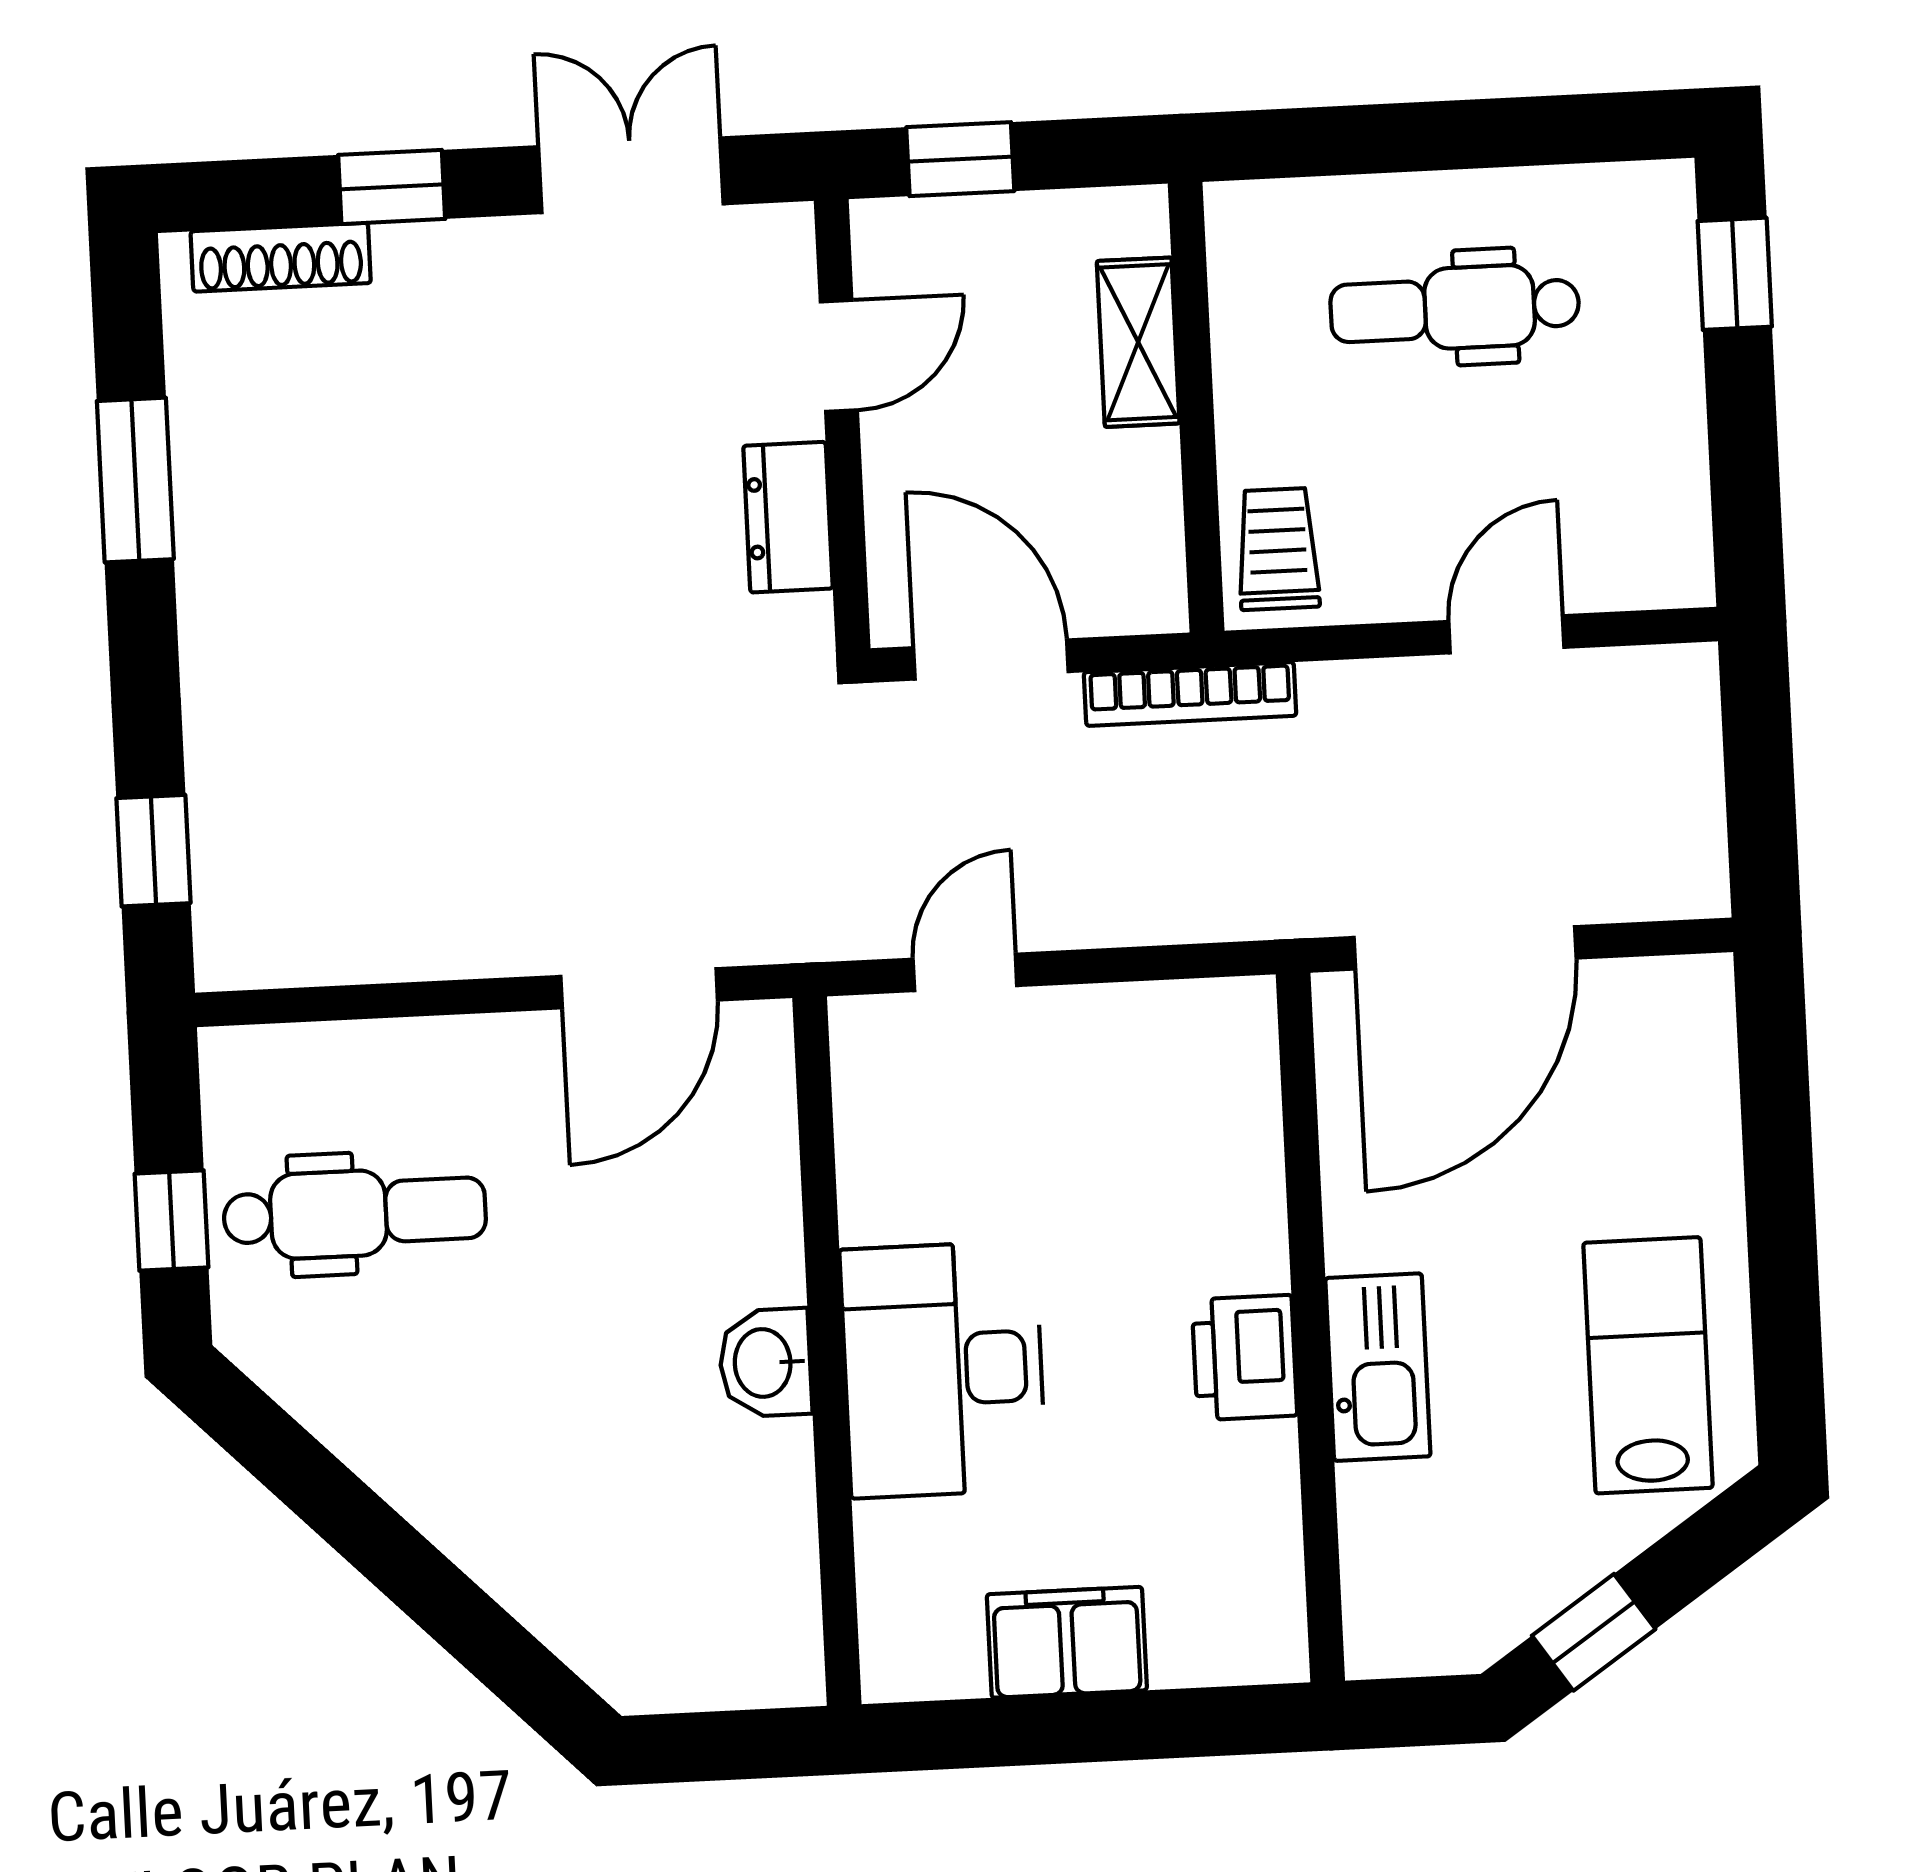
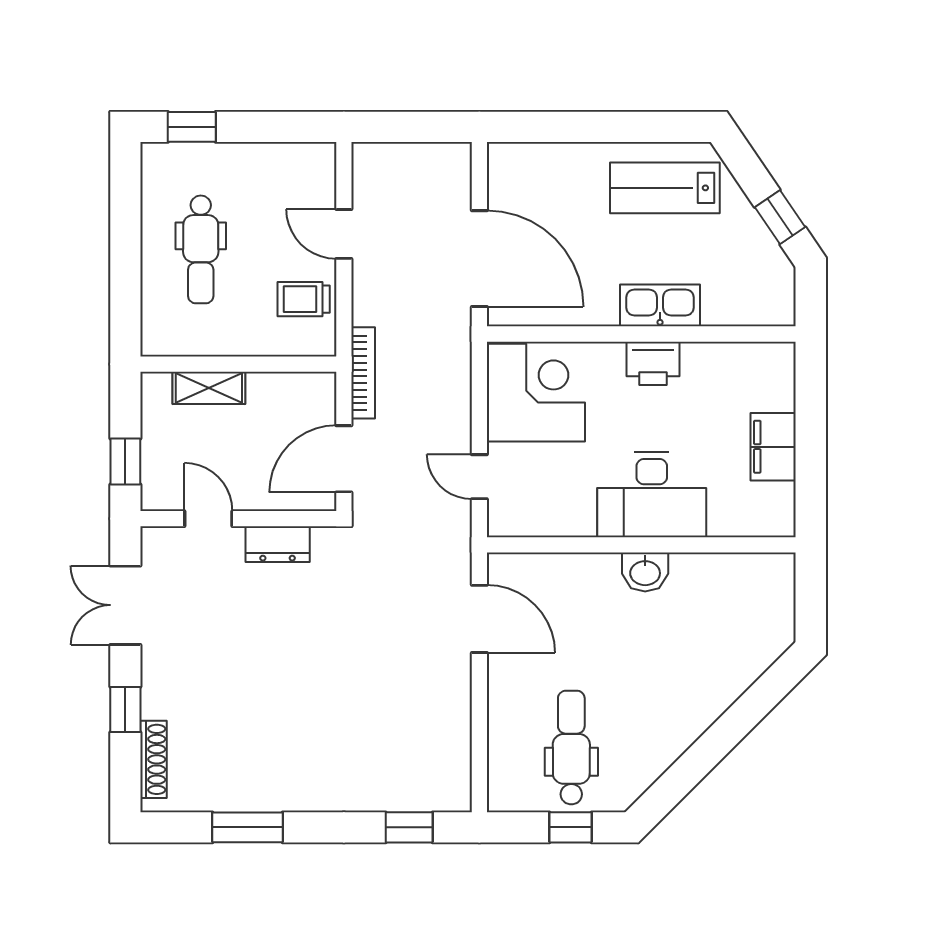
trolley: (1278, 549) -> (304, 299), moved
corner desk: (1164, 1092) -> (536, 393), added

